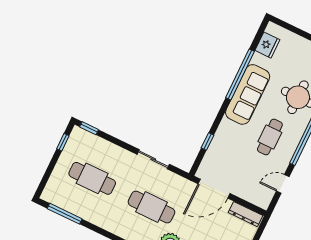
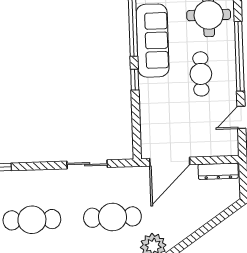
window: (208, 142) -> (135, 80), moved

